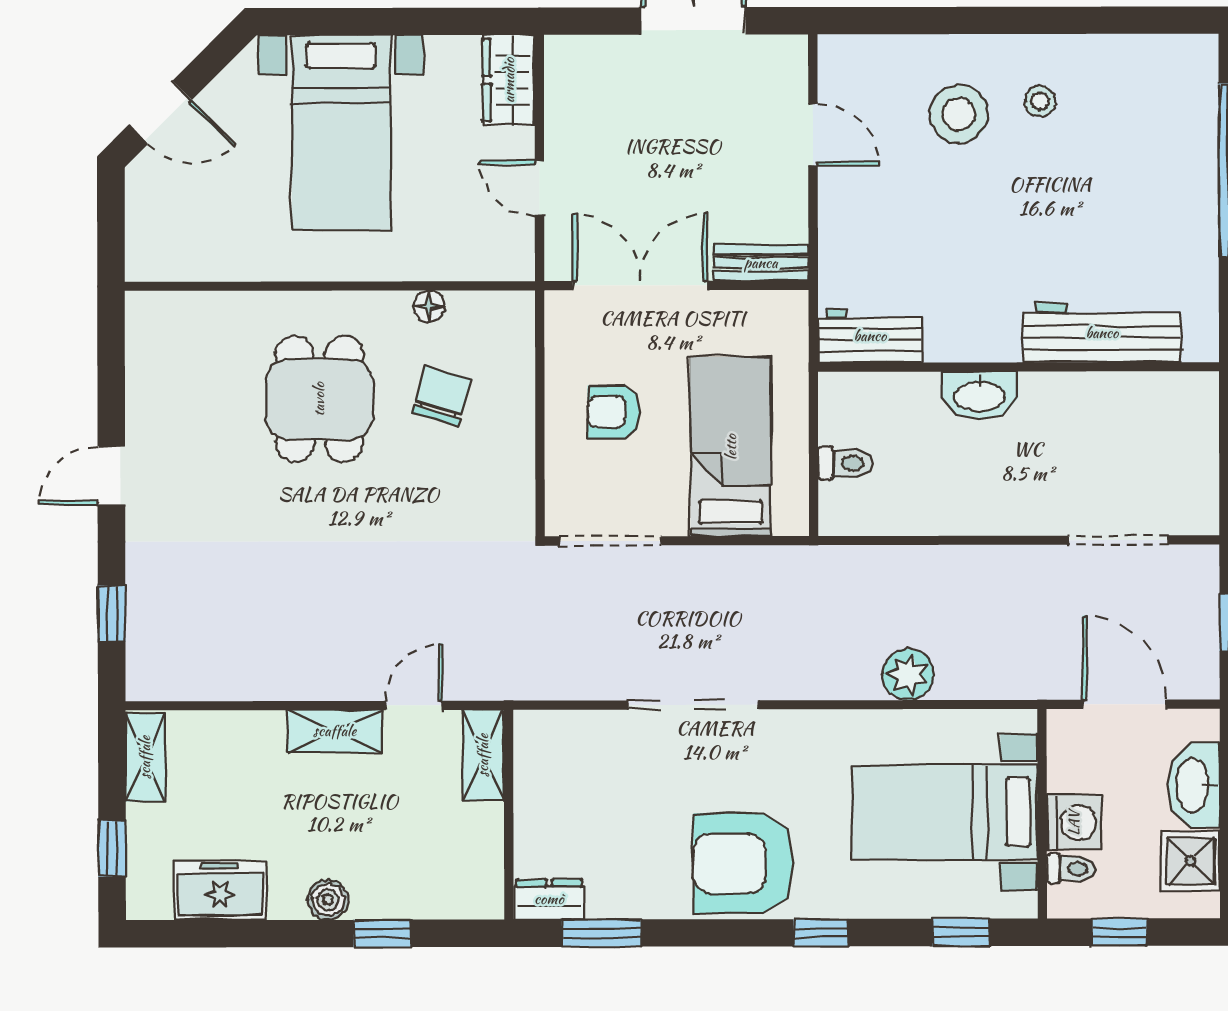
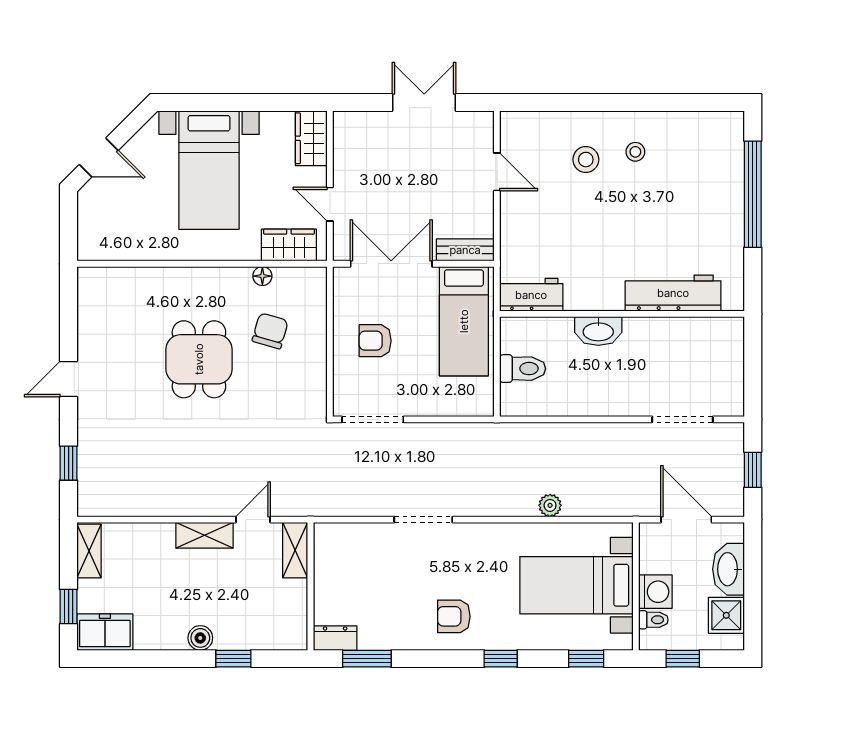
stool: (959, 114) -> (586, 160), width x0.73, depth x0.73
wardrobe: (472, 255) -> (289, 245), added
dining table: (319, 399) -> (199, 359), moved
bed: (731, 447) -> (464, 321), moved, turned 180
toilet: (845, 463) -> (523, 369), width x1.37, depth x1.39
plant: (908, 674) -> (550, 505), width x0.73, depth x0.73
doorway: (693, 705) -> (423, 520), width x0.73
armchair: (744, 863) -> (454, 616), width x0.53, depth x0.53
freezer: (220, 890) -> (105, 632), moved

